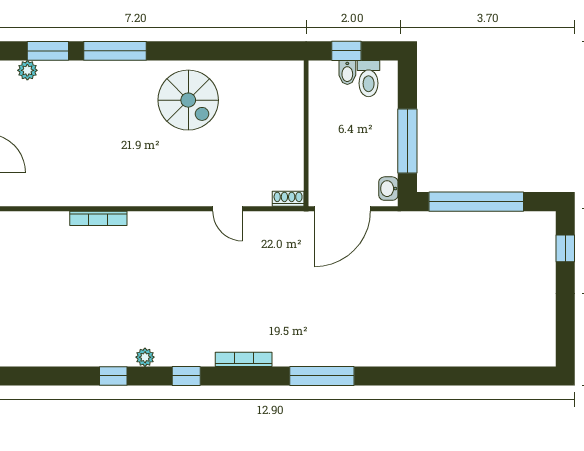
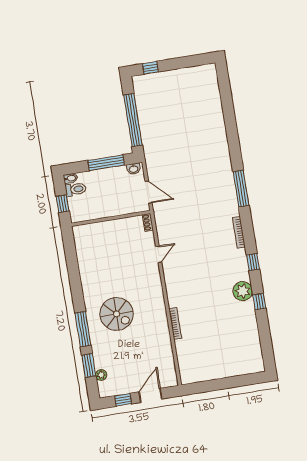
bidet: (347, 72) -> (70, 178), moved
spiral stairs: (188, 100) -> (117, 314), moved, turned 90
door: (342, 209) -> (149, 192), width x0.73
plant: (145, 357) -> (243, 291), width x1.88, depth x1.88

